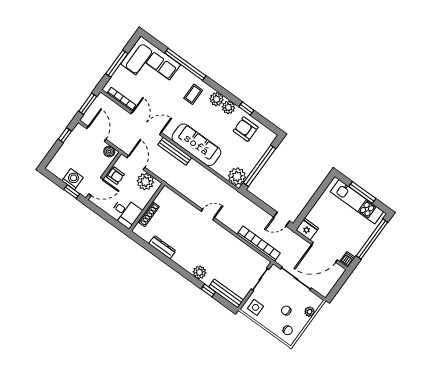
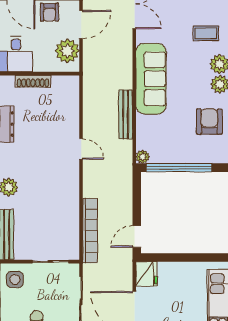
bench: (175, 151) -> (126, 114), moved
plant: (237, 176) -> (143, 157), width x0.53, depth x0.53
door: (282, 219) -> (137, 236), hinge flipped

